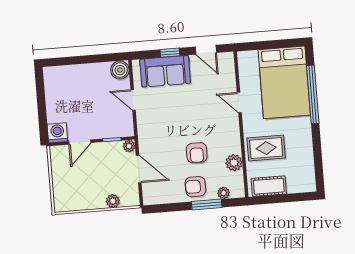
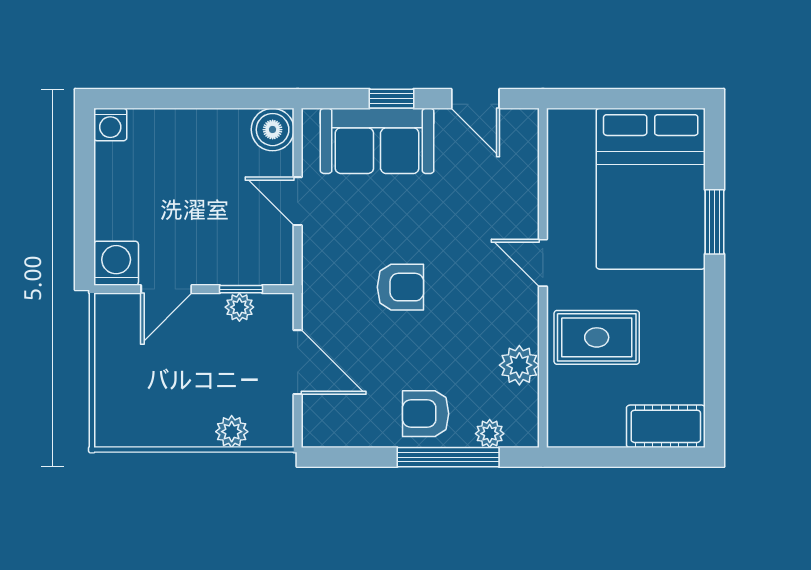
washing machine: (50, 73) -> (110, 124), added
window: (313, 94) -> (715, 222), width x0.47
door: (239, 103) -> (543, 263), moved
plant: (129, 146) -> (239, 307), moved
armchair: (197, 153) -> (400, 287), moved, turned -90
cot: (269, 186) -> (666, 426), moved
window: (207, 205) -> (448, 457), width x1.44

